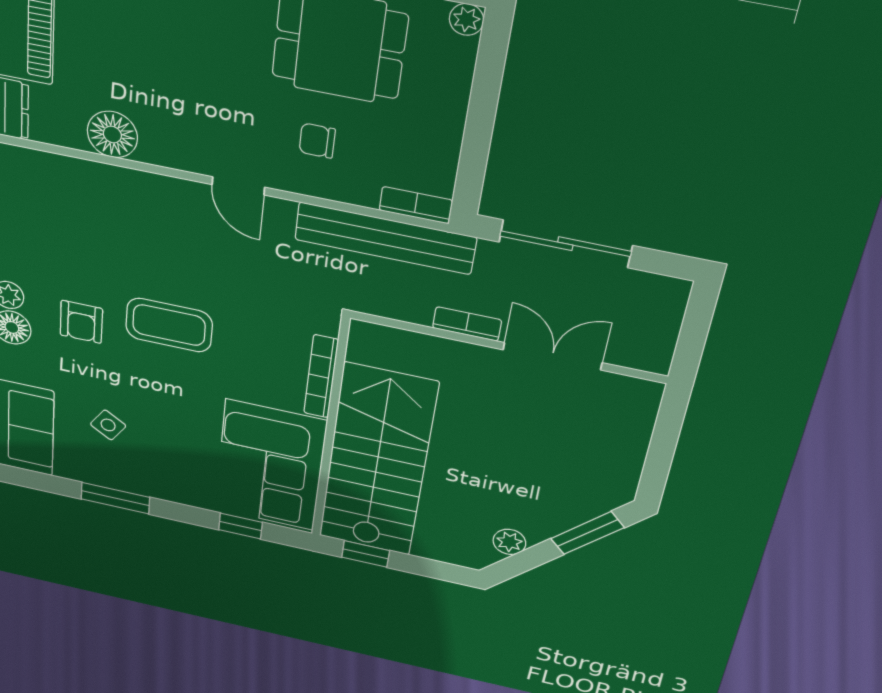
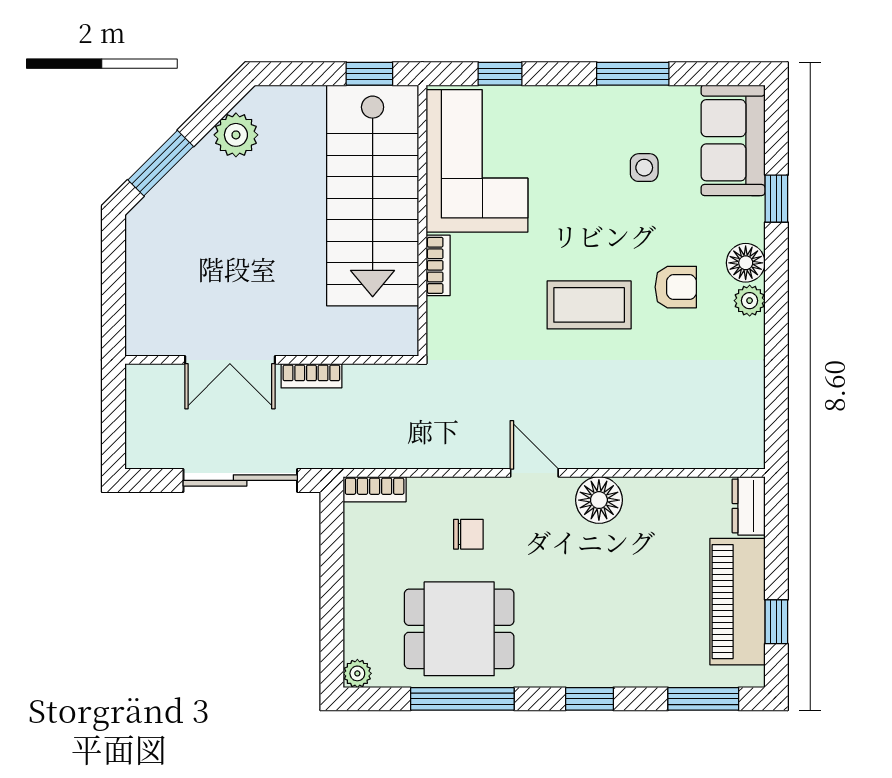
floor lamp: (112, 134) -> (599, 500), moved
bench: (385, 238) -> (397, 449), removed
armchair: (81, 322) -> (676, 287), turned 90
bookcase: (321, 377) -> (438, 265), width x0.64
side table: (108, 425) -> (644, 168), turned -33
plant: (509, 542) -> (236, 135), width x1.38, depth x1.38

